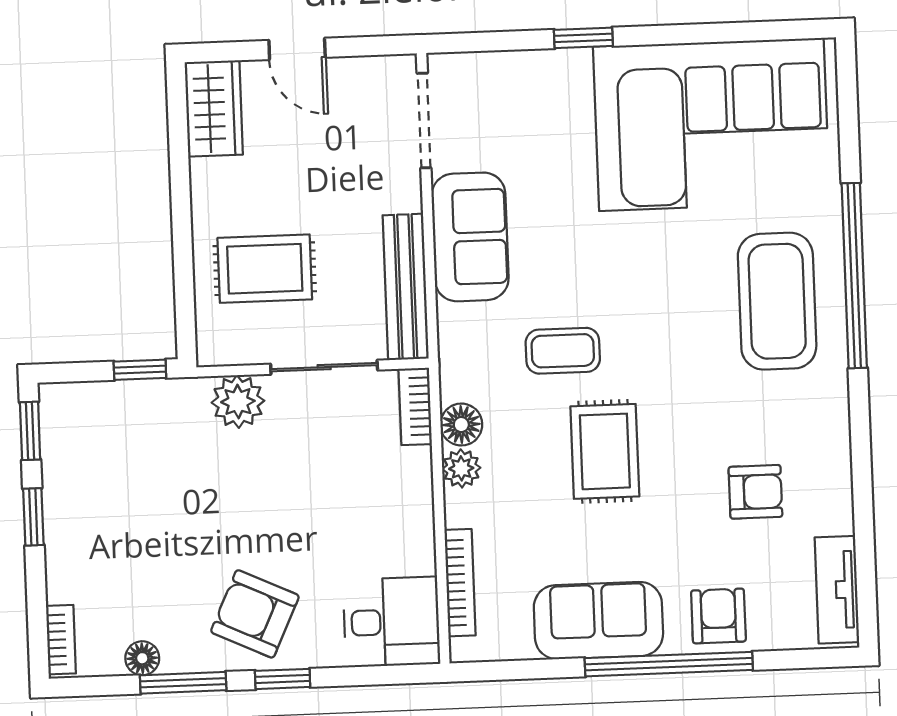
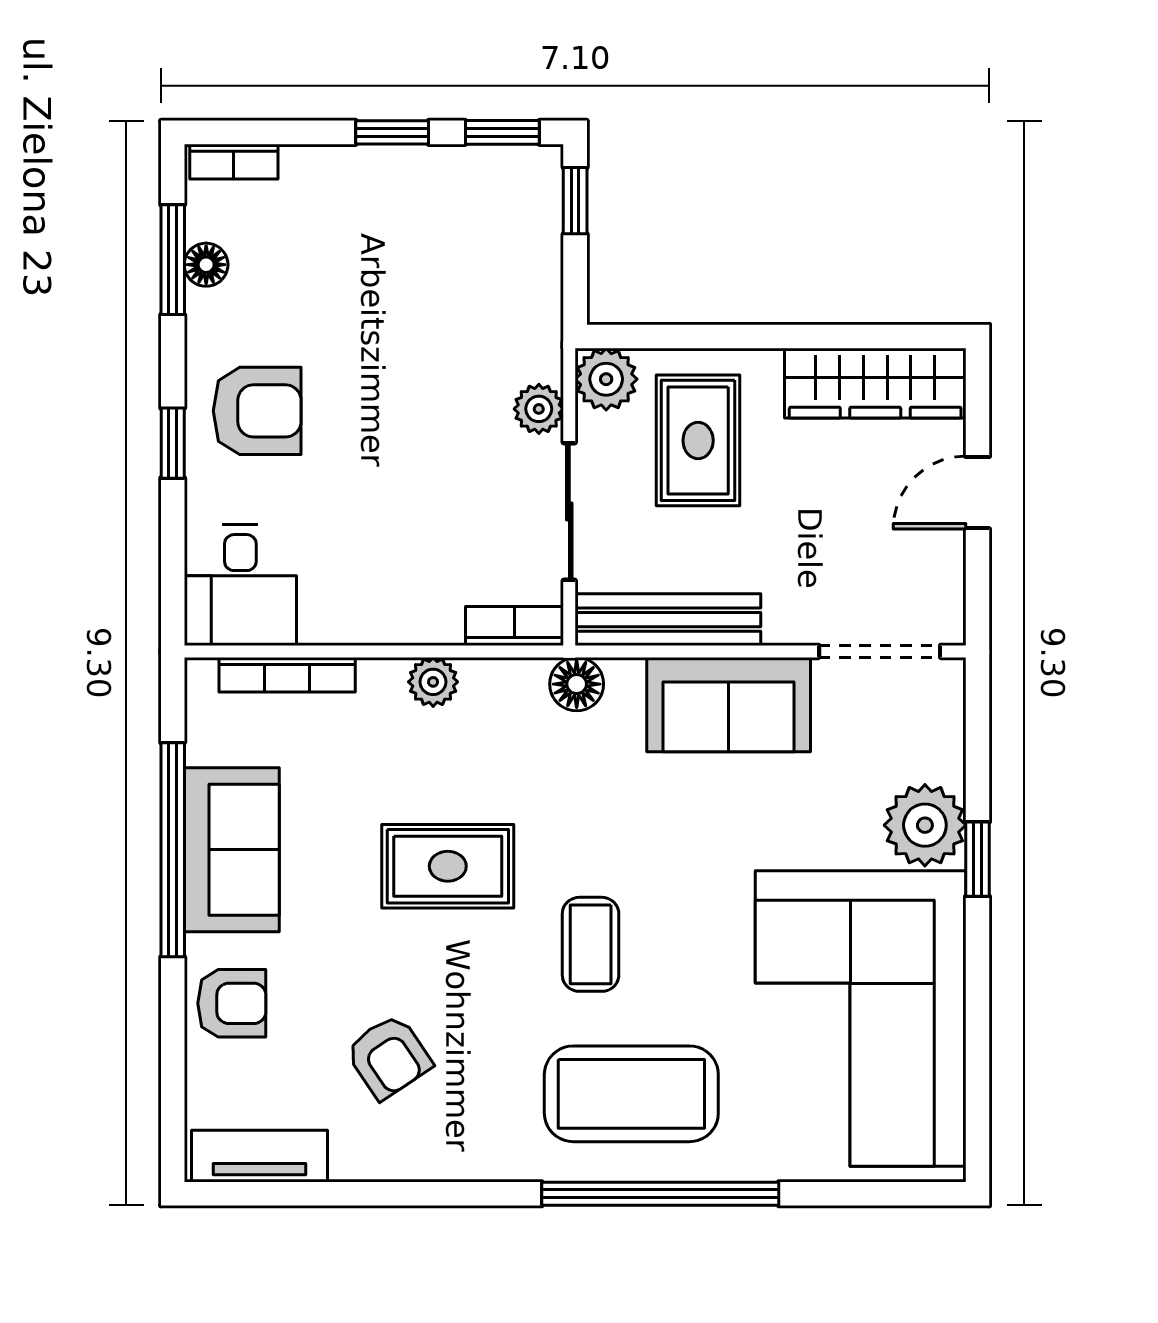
plant: (558, 80) -> (925, 825), added
wardrobe: (214, 108) -> (875, 383), width x1.50
plant: (220, 342) -> (606, 379), added
coffee table: (563, 351) -> (591, 944), moved
window: (140, 370) -> (575, 201), moved
plant: (238, 402) -> (539, 409), width x0.73, depth x0.73
floor lamp: (461, 425) -> (577, 684), moved
armchair: (755, 492) -> (389, 1057), turned -34
armchair: (255, 614) -> (257, 411), turned 65
window: (669, 664) -> (173, 850), moved
window: (183, 683) -> (173, 260), moved

